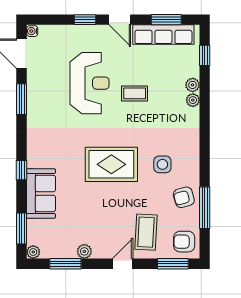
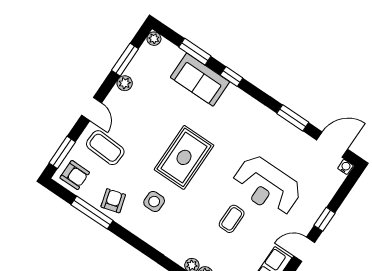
window: (22, 228) -> (195, 52), moved
armchair: (184, 242) -> (75, 175), turned 90

